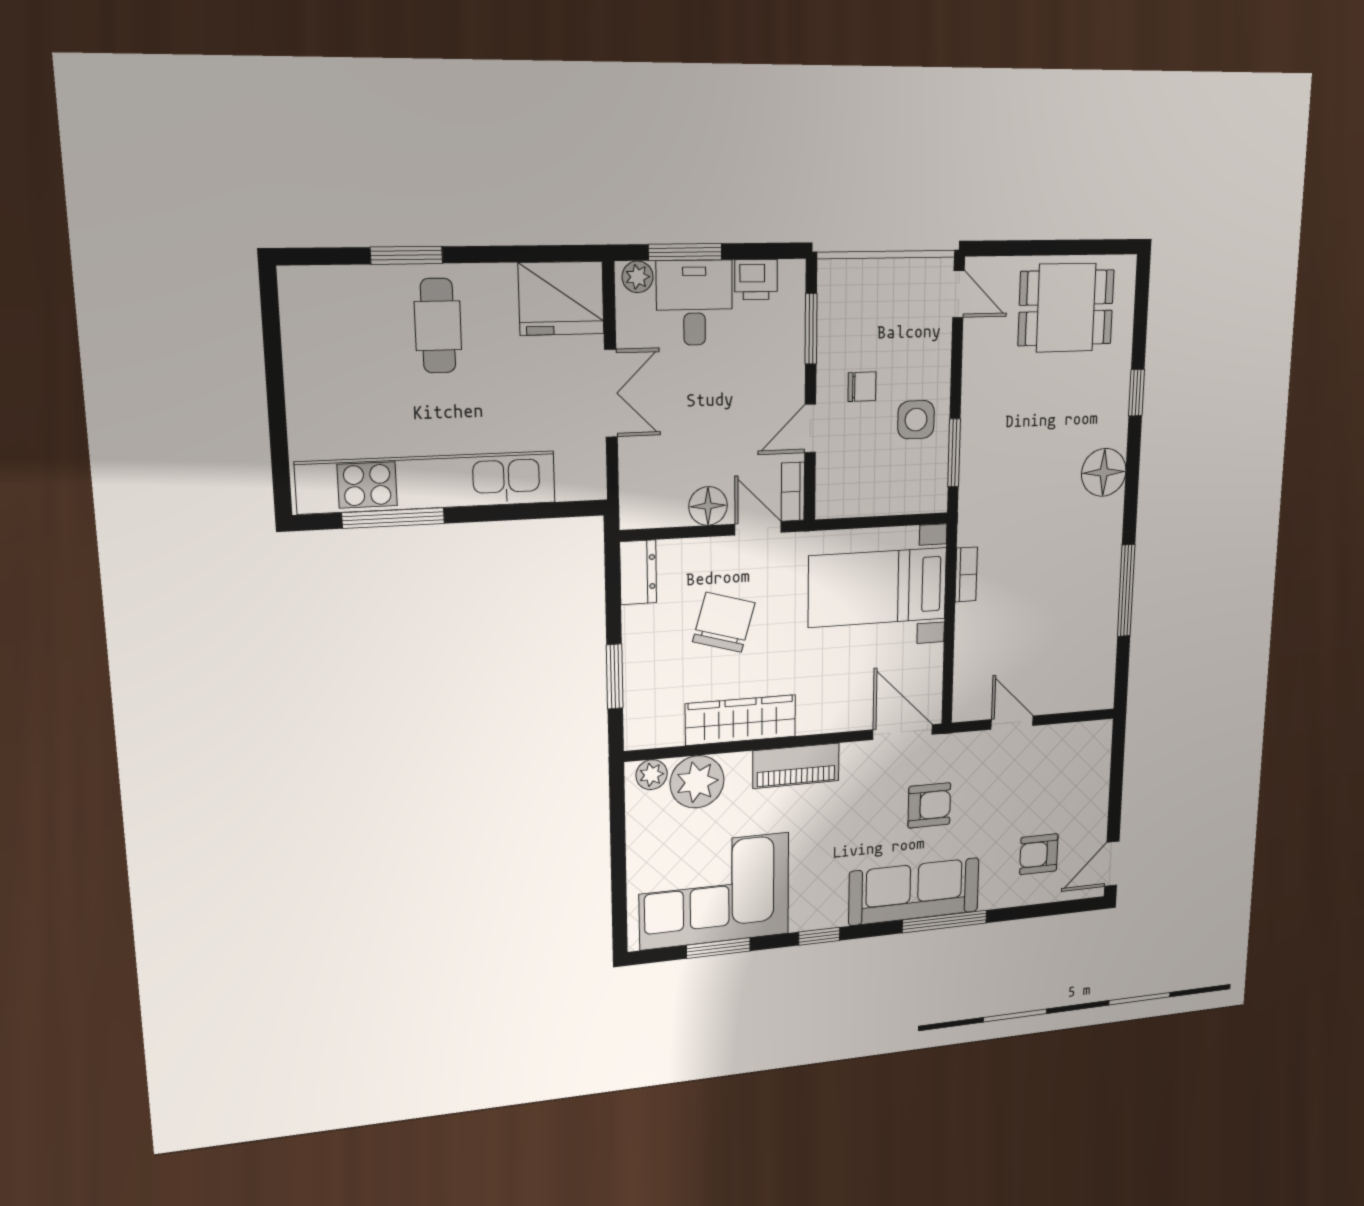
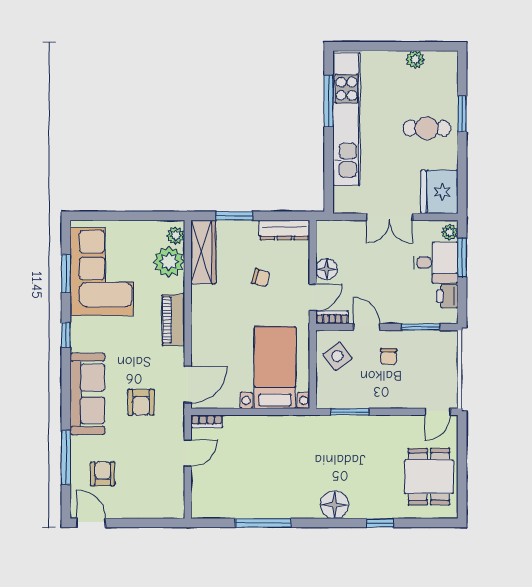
plant: (300, 352) -> (415, 60), added
side table: (916, 420) -> (338, 356), moved, turned -37
dresser: (638, 572) -> (284, 230), width x1.44
bookcase: (966, 575) -> (207, 421), moved
chair: (724, 622) -> (261, 278), width x0.54, depth x0.54
wardrobe: (741, 720) -> (203, 252), moved
window: (945, 921) -> (66, 458), moved

